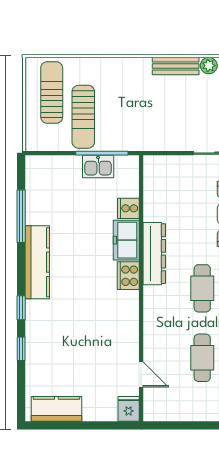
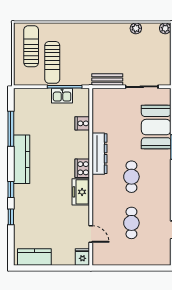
bench: (176, 66) -> (107, 79), moved
freezer: (126, 240) -> (81, 192), moved

